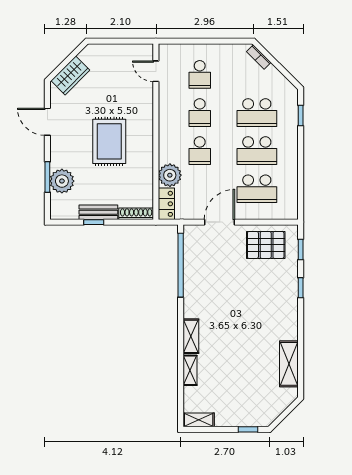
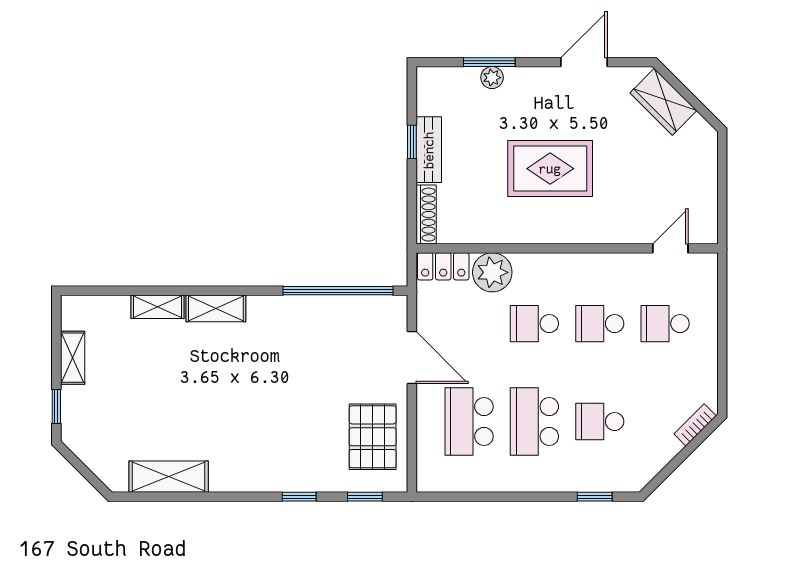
school desk: (257, 113) -> (600, 422), width x0.54
plant: (62, 181) -> (492, 78), width x0.53, depth x0.53
shelving: (199, 420) -> (73, 358), moved

